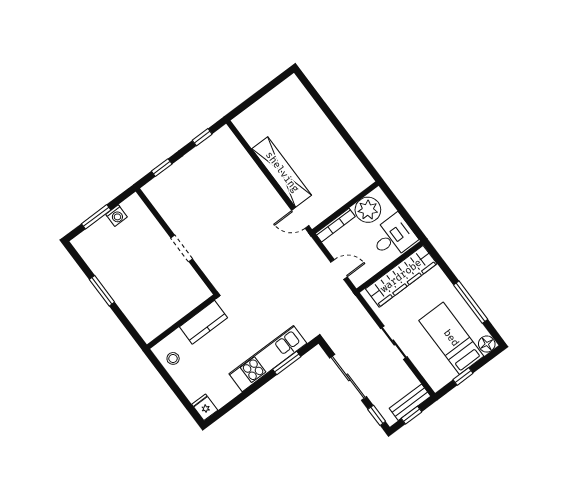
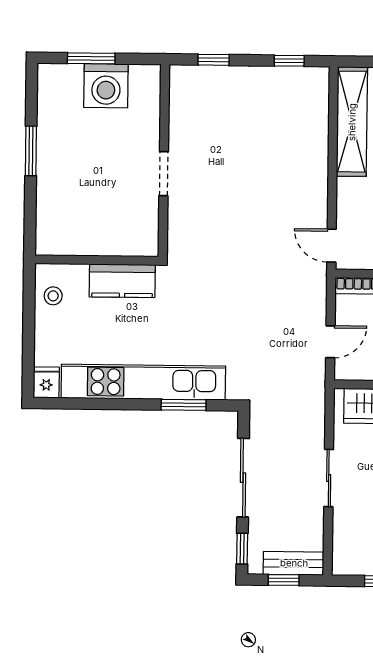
shelving: (282, 172) -> (352, 122), moved
washing machine: (117, 216) -> (106, 86), width x1.89, depth x1.89
door: (339, 270) -> (330, 342), hinge flipped
kitchen unit: (268, 359) -> (143, 382), width x1.36

